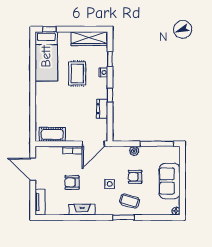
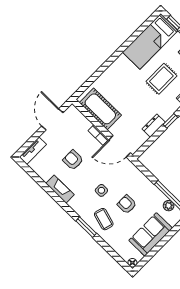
cot: (52, 134) -> (100, 109), width x1.37, depth x1.34
plant: (134, 151) -> (169, 206), moved

